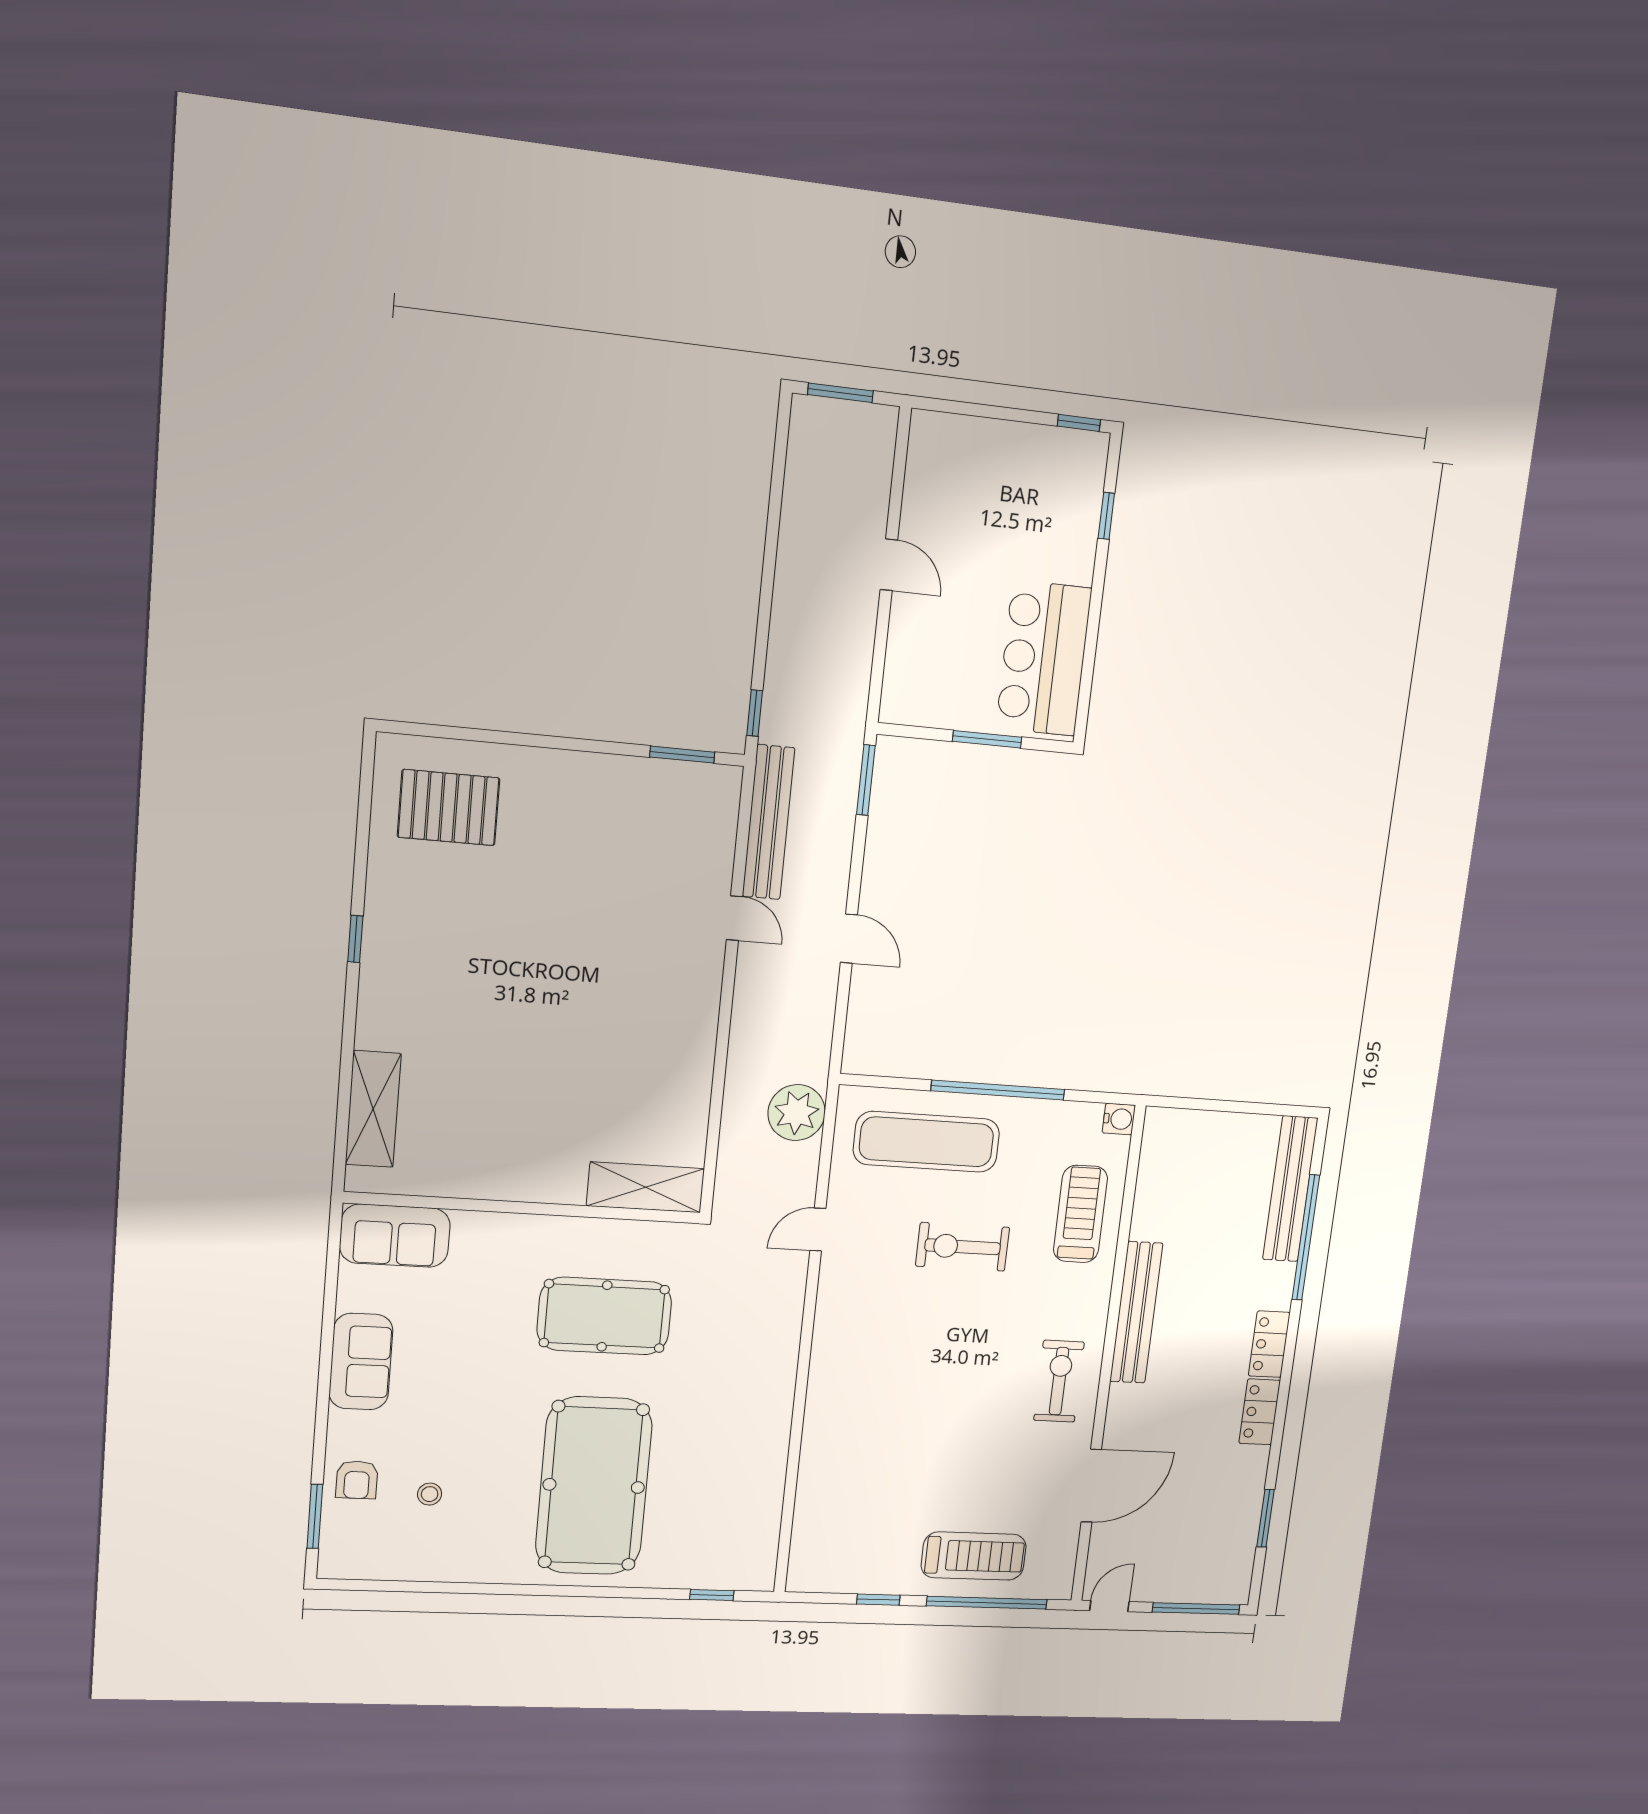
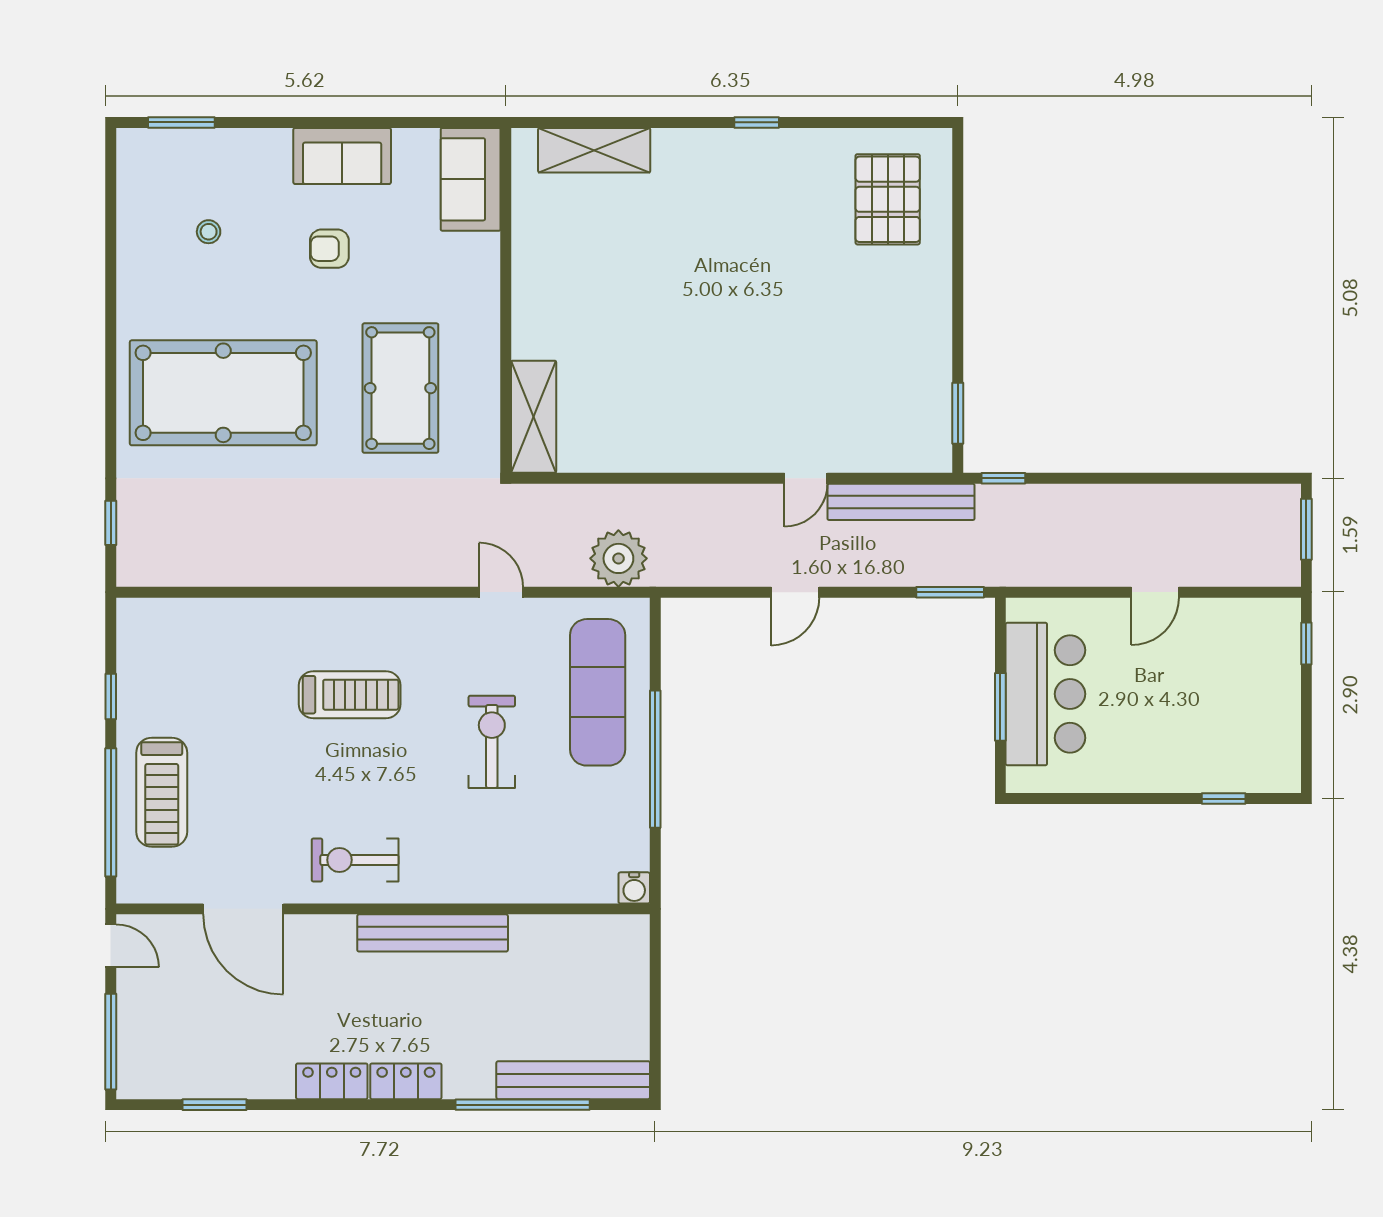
window: (1079, 423) -> (1306, 644), moved
bar counter: (1044, 658) -> (1045, 694), moved, turned 90
treadmill: (1080, 1214) -> (350, 695), moved
exercise bike: (1059, 1381) -> (355, 860), turned 180
armchair: (357, 1480) -> (329, 249), moved

